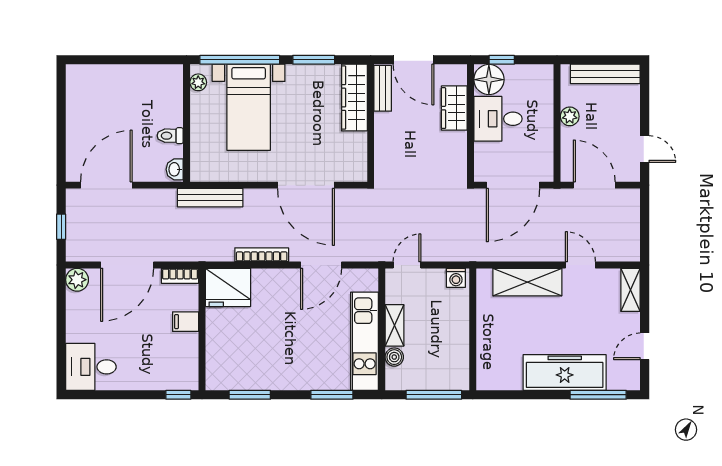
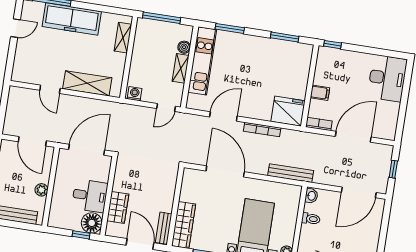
plant: (77, 280) -> (388, 132), removed
shelving: (631, 290) -> (123, 38), moved
desk: (91, 367) -> (387, 78), width x1.37

